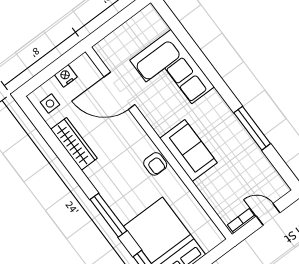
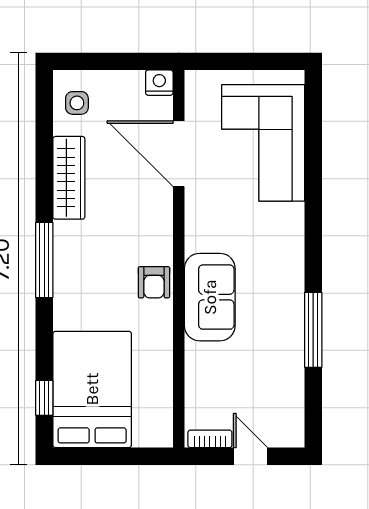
corner sofa: (172, 73) -> (263, 143), moved
nightstand: (66, 76) -> (159, 83), moved
window: (108, 215) -> (44, 260), moved

